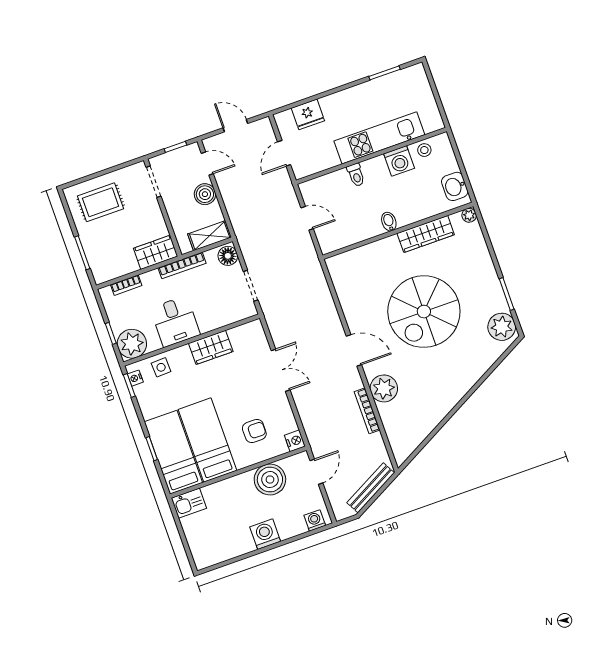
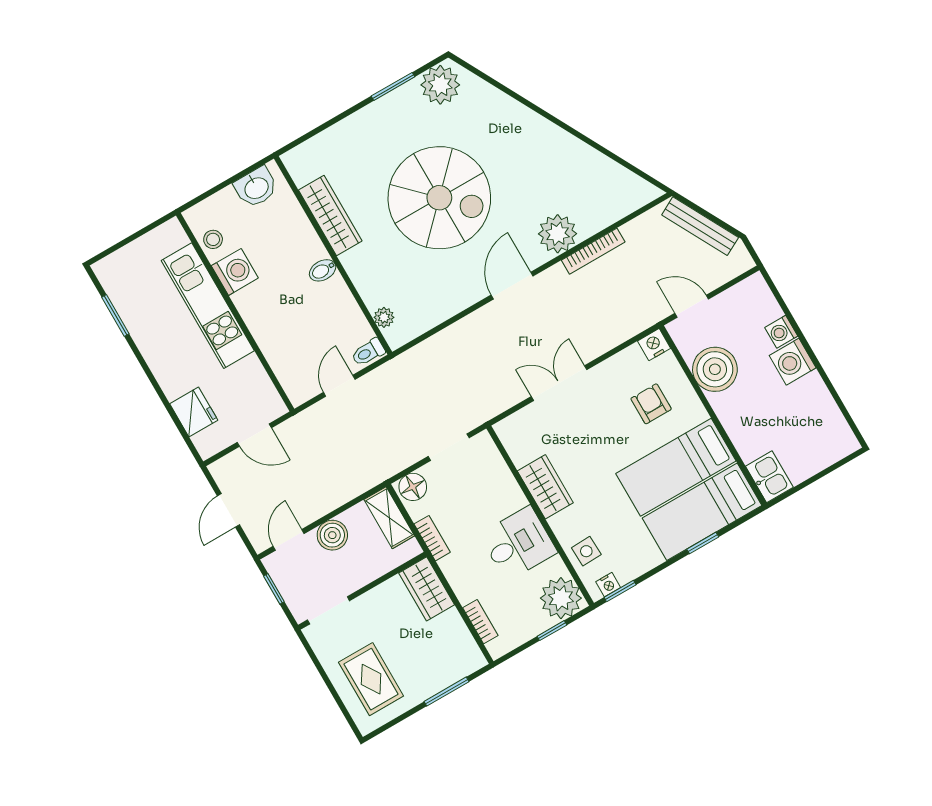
toilet: (356, 175) -> (368, 352), moved, turned 180
plant: (469, 215) -> (384, 317), moved
bookcase: (182, 265) -> (432, 538), width x0.64
washing machine: (315, 520) -> (781, 332), moved

